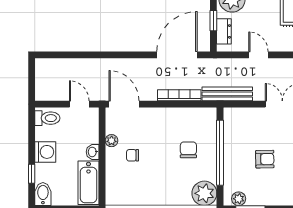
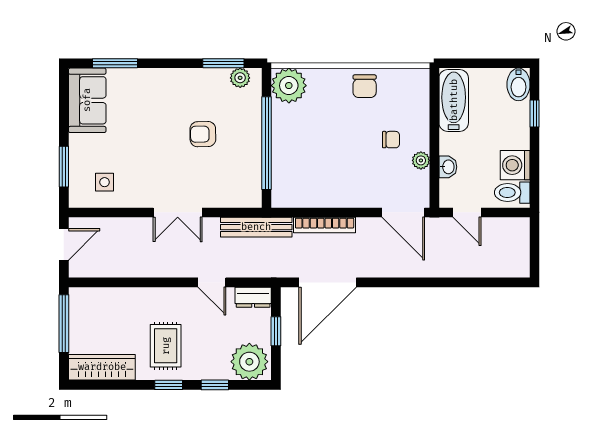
dresser: (224, 31) -> (253, 297), moved, turned -90
chair: (188, 150) -> (365, 86), moved
washing machine: (45, 152) -> (515, 165), moved
washbasin: (93, 152) -> (448, 167), moved

